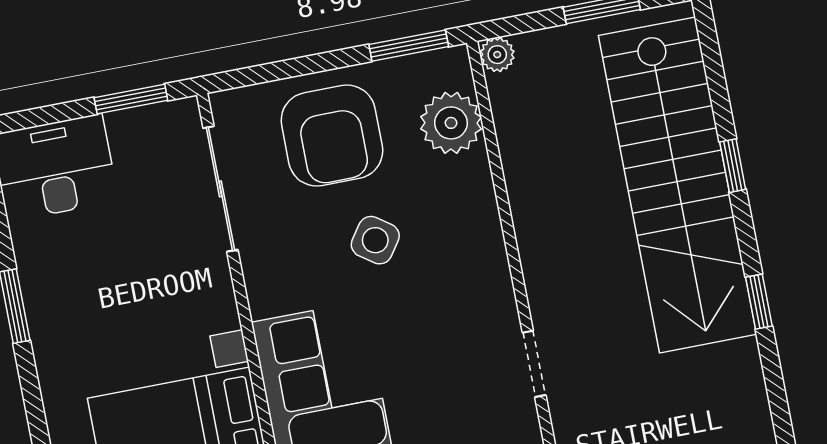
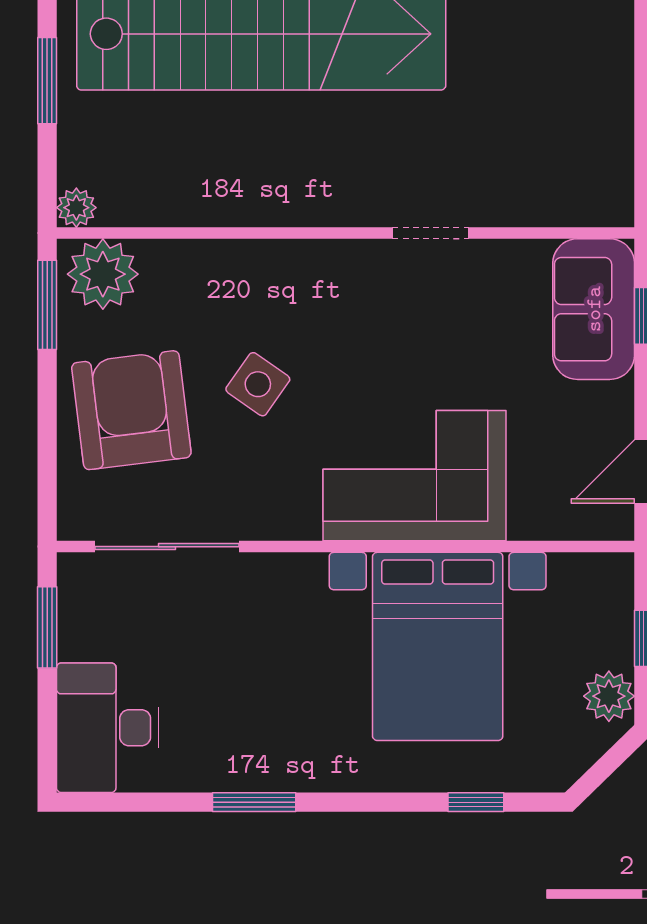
plant: (451, 123) -> (103, 274), moved
armchair: (332, 136) -> (131, 410), turned -97

